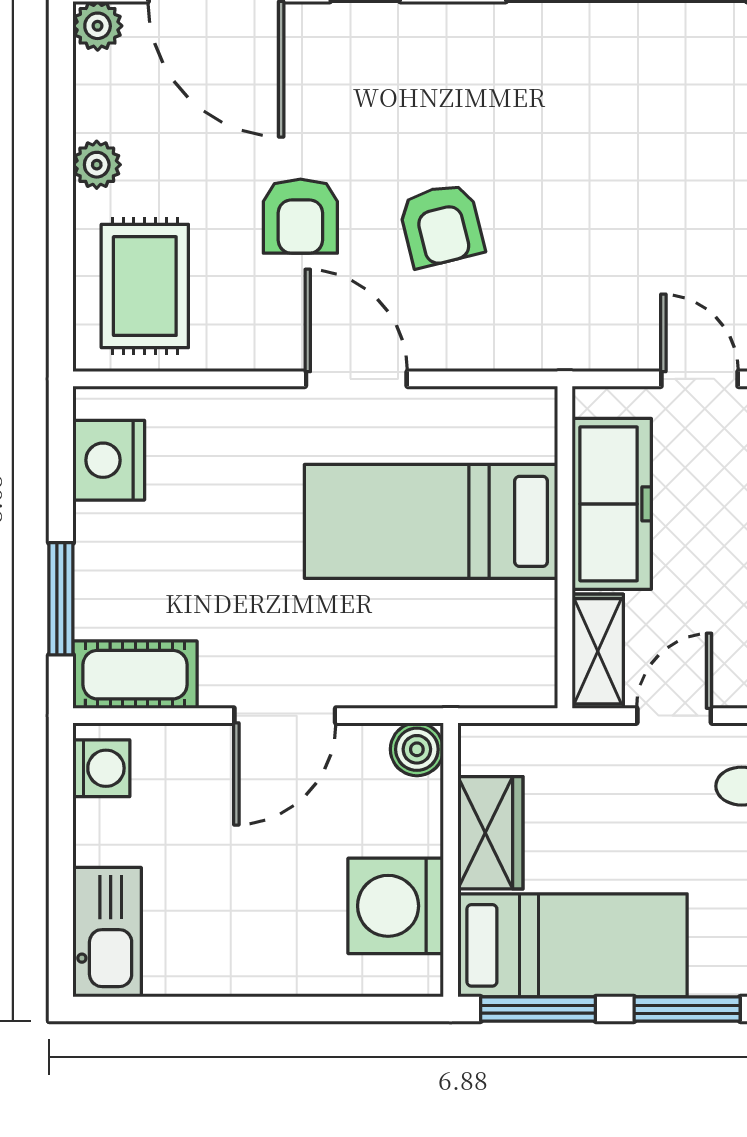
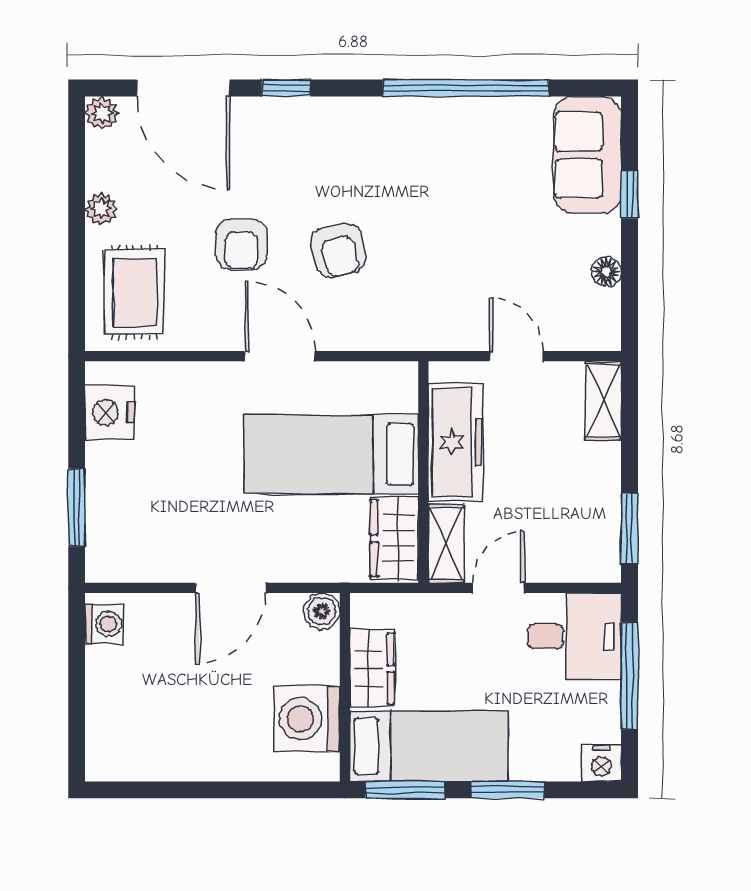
wardrobe: (523, 643) -> (394, 538), added
cot: (135, 675) -> (128, 560), removed
kitchen sink: (107, 932) -> (108, 737), removed

